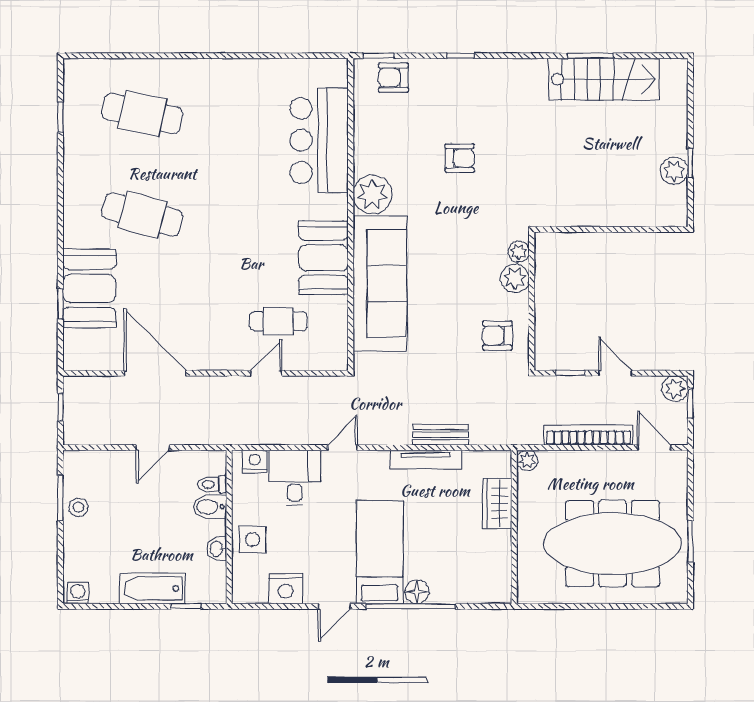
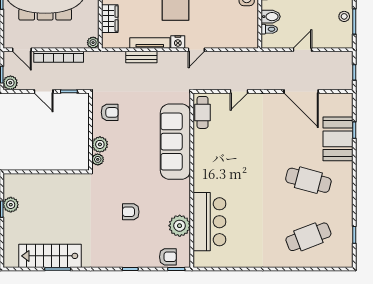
cafe table: (142, 113) -> (308, 237), turned -33
plant: (372, 195) -> (180, 226), moved
booth: (323, 258) -> (207, 156), removed
cafe table: (278, 321) -> (203, 112), moved, turned 90
nightstand: (255, 461) -> (178, 42), moved
desk: (295, 478) -> (223, 33), removed

